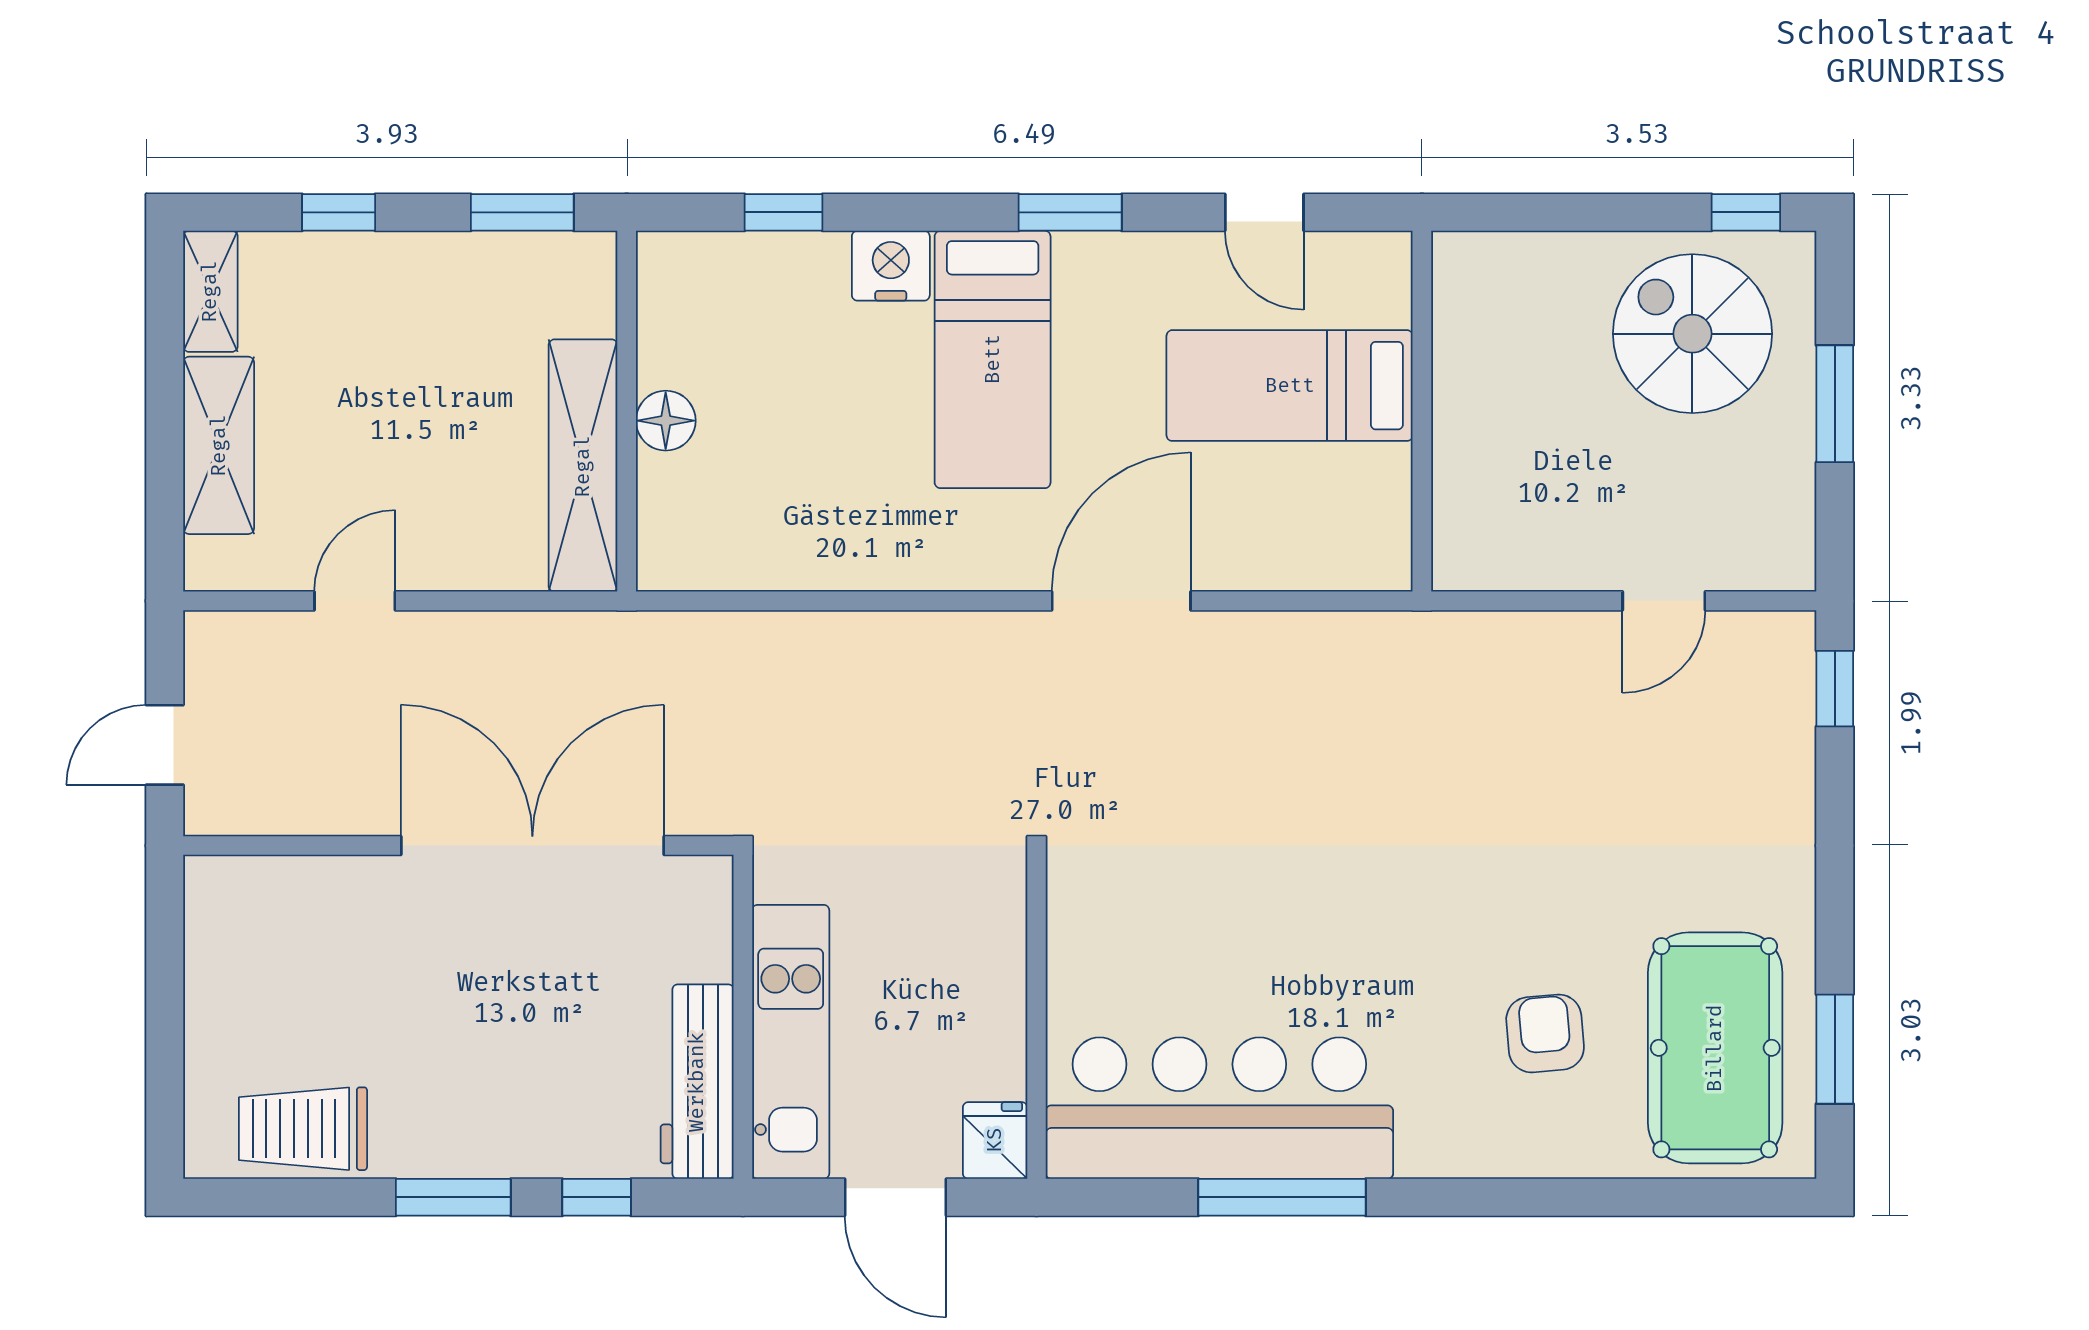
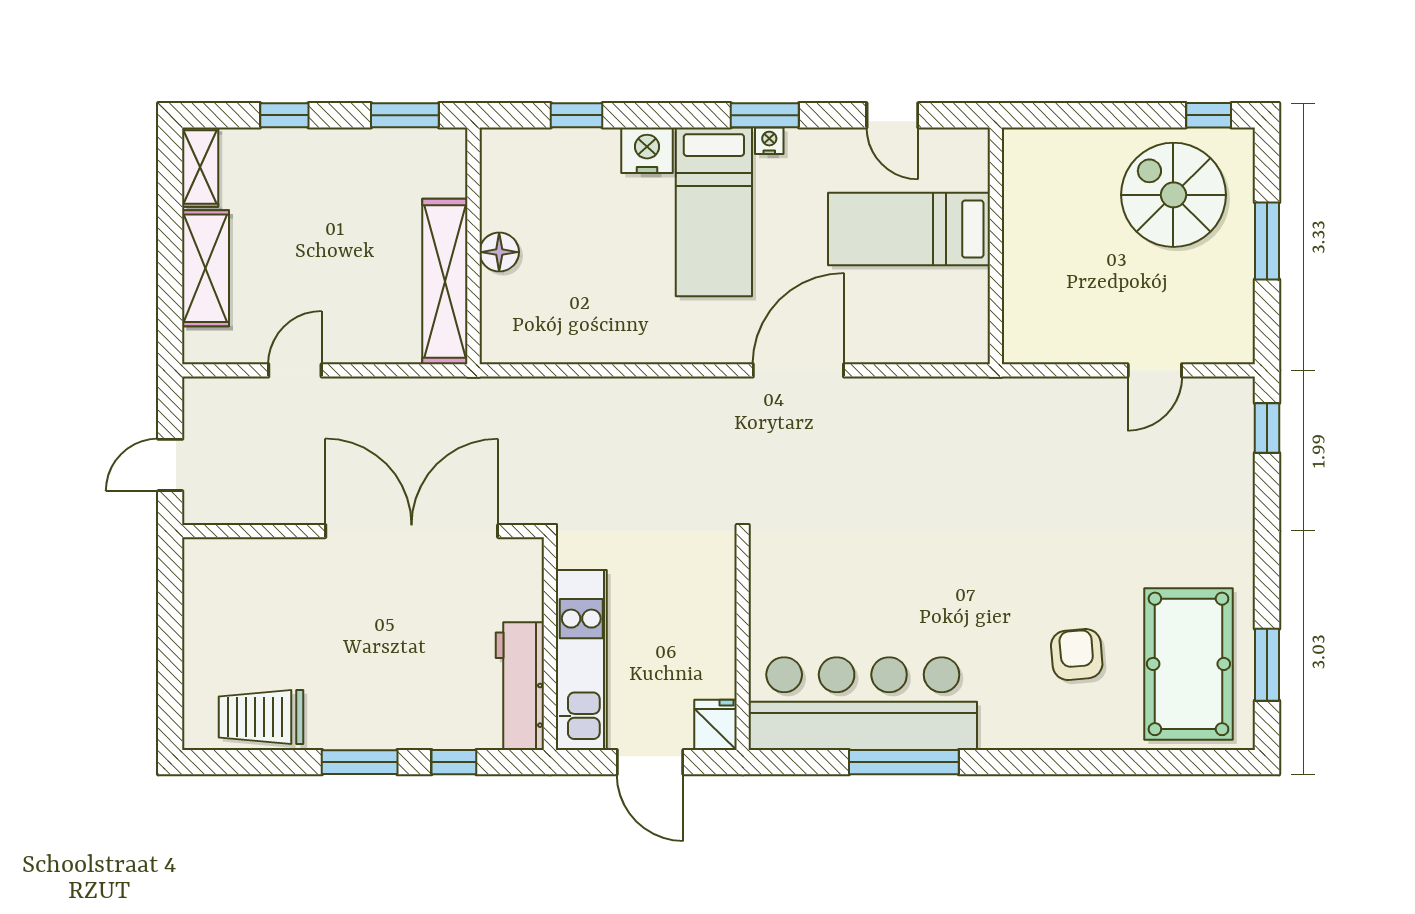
nightstand: (1077, 251) -> (769, 141), added

